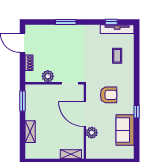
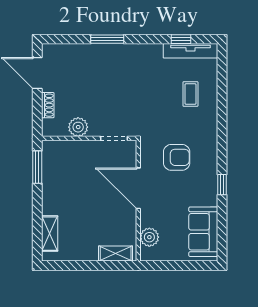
sofa: (125, 130) -> (203, 232), moved
shelving: (30, 132) -> (50, 234), moved
plant: (92, 133) -> (149, 237), moved

